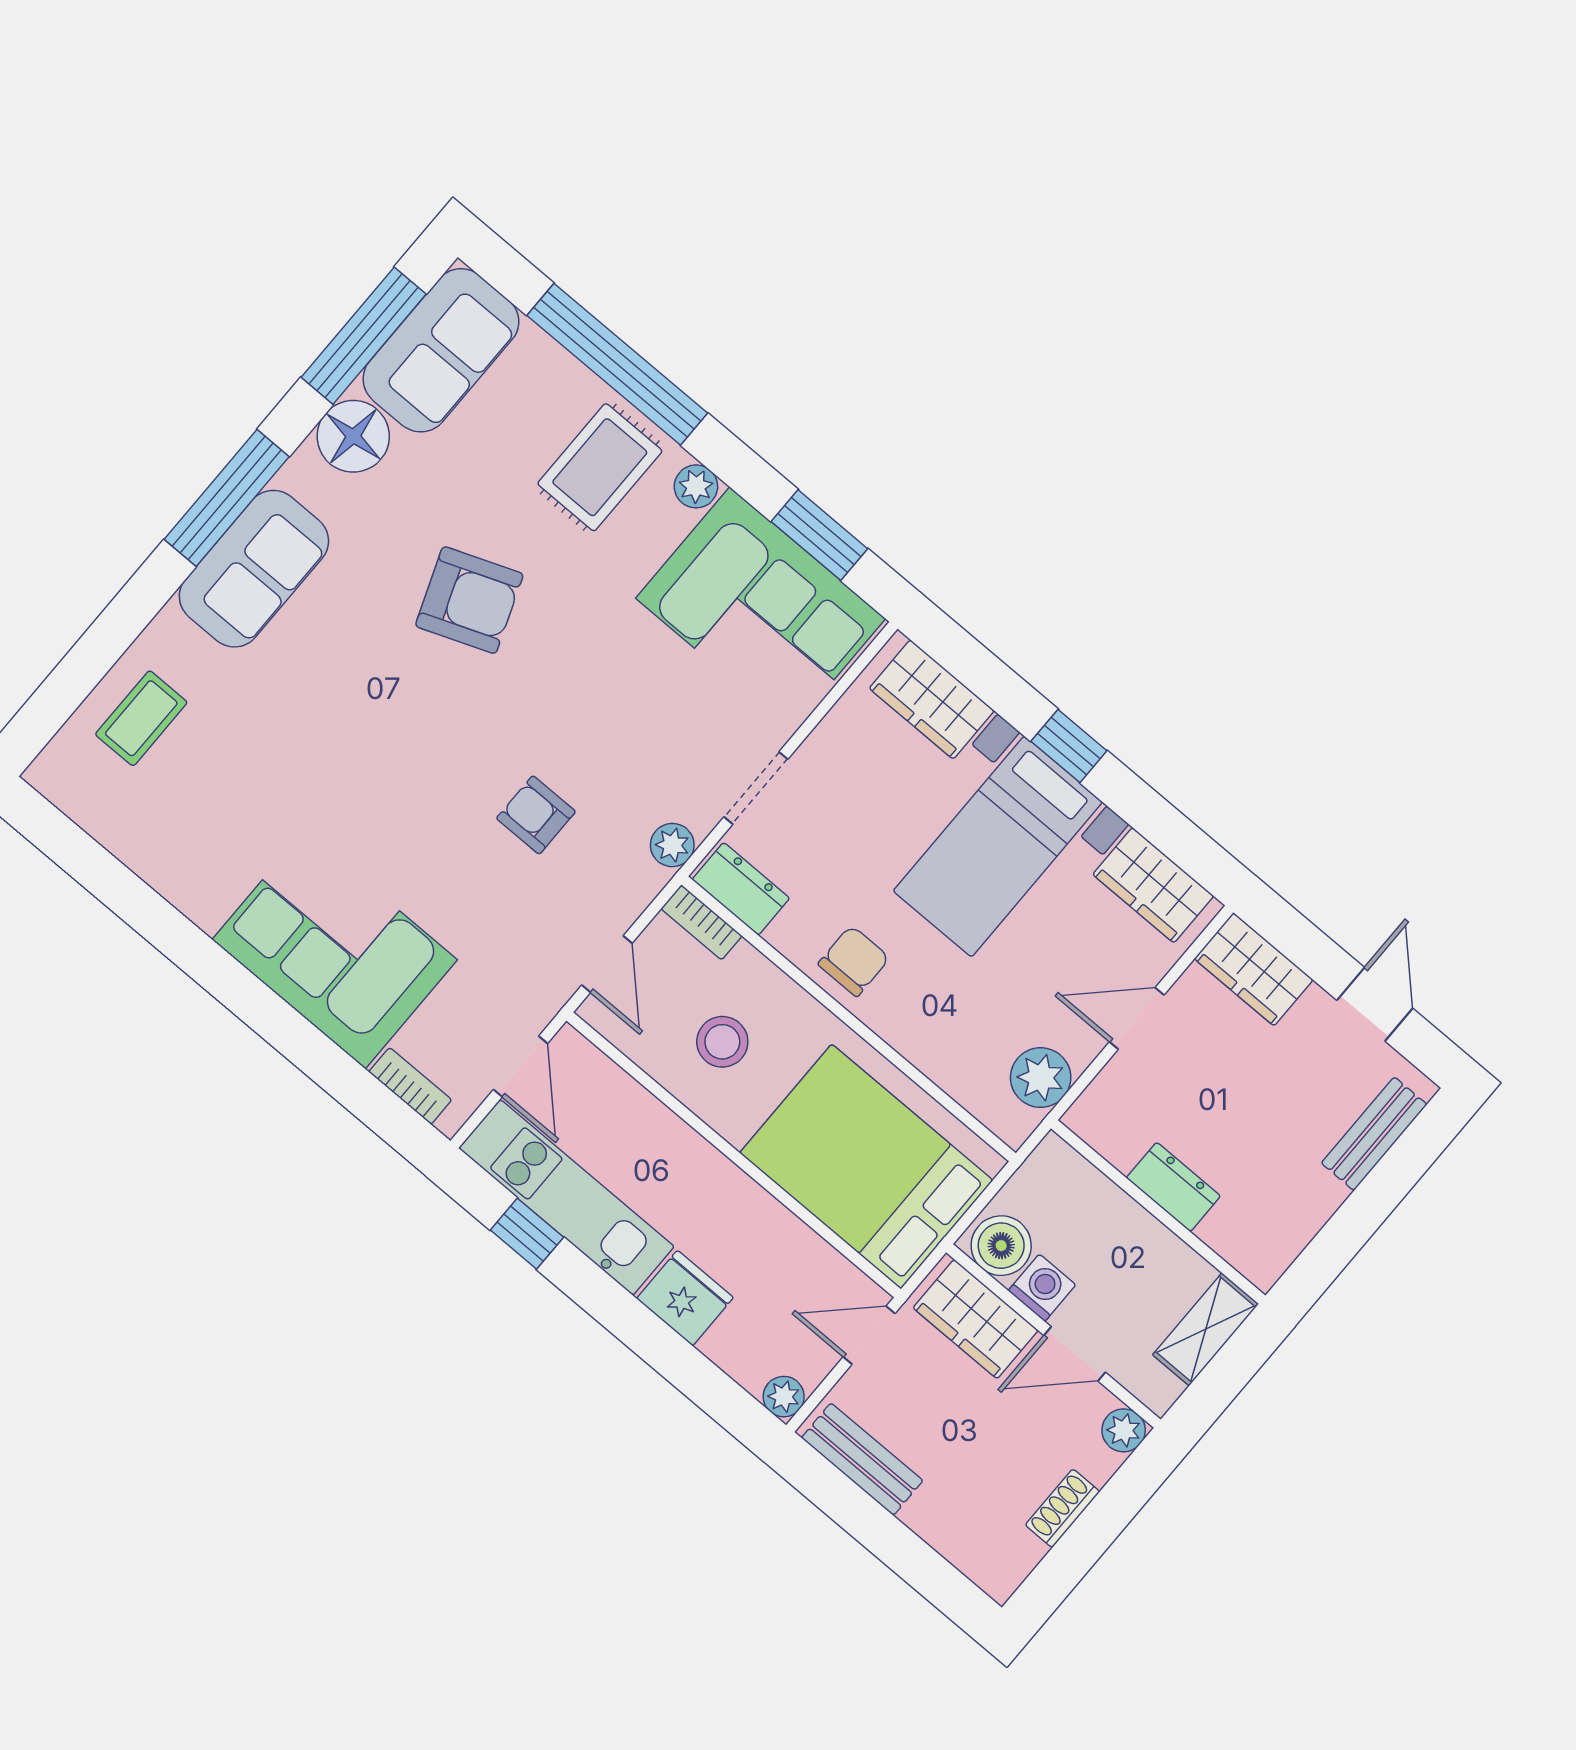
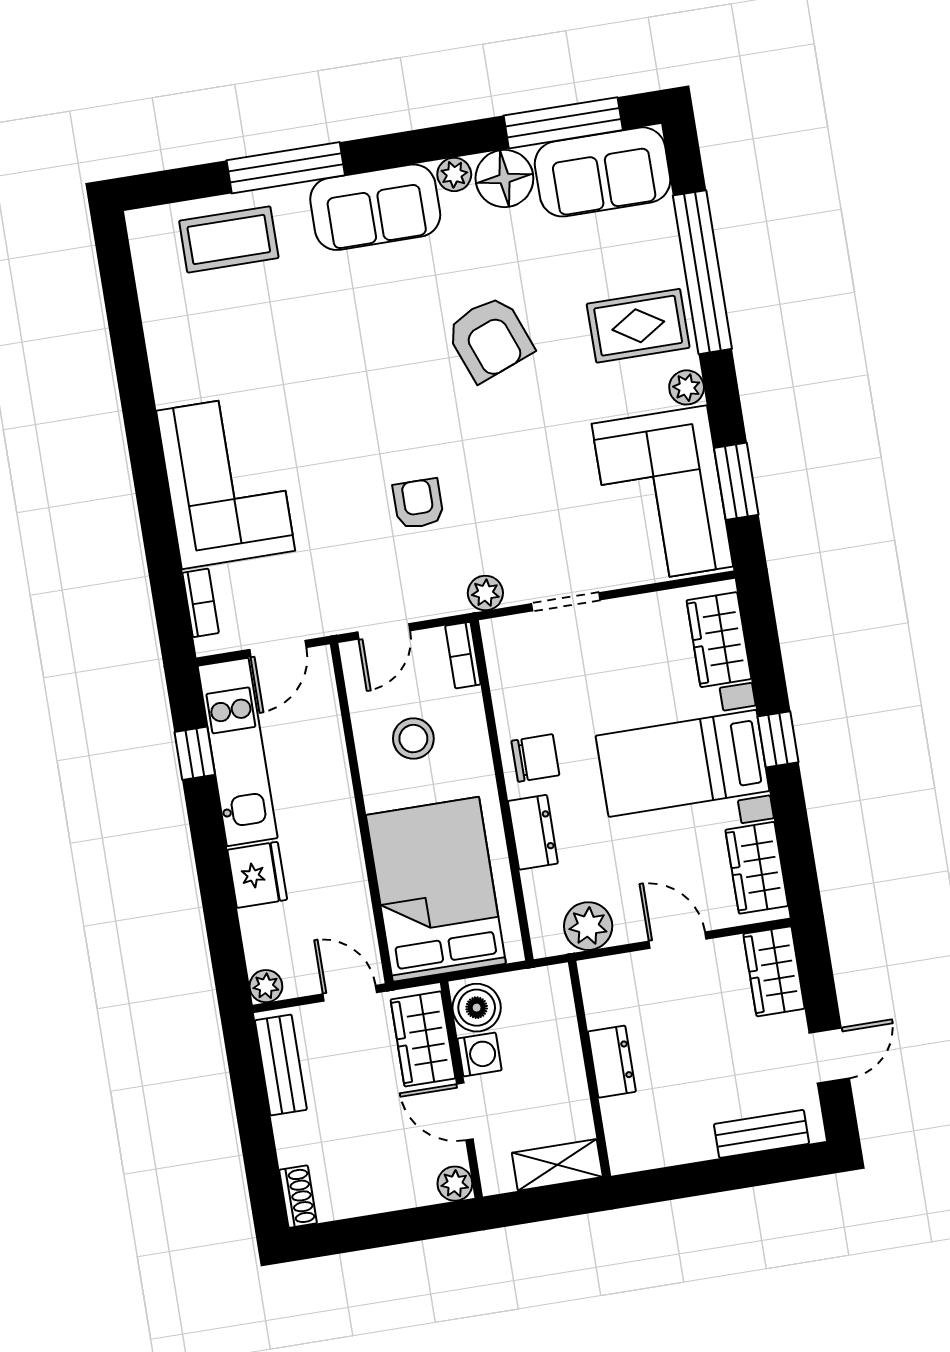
plant: (302, 473) -> (454, 174), added
window: (227, 498) -> (286, 168), moved
coffee table: (141, 718) -> (229, 239), width x1.36, depth x1.30
dresser: (741, 889) -> (533, 832), moved
shoe rack: (1063, 1508) -> (298, 1197), moved, turned 90

